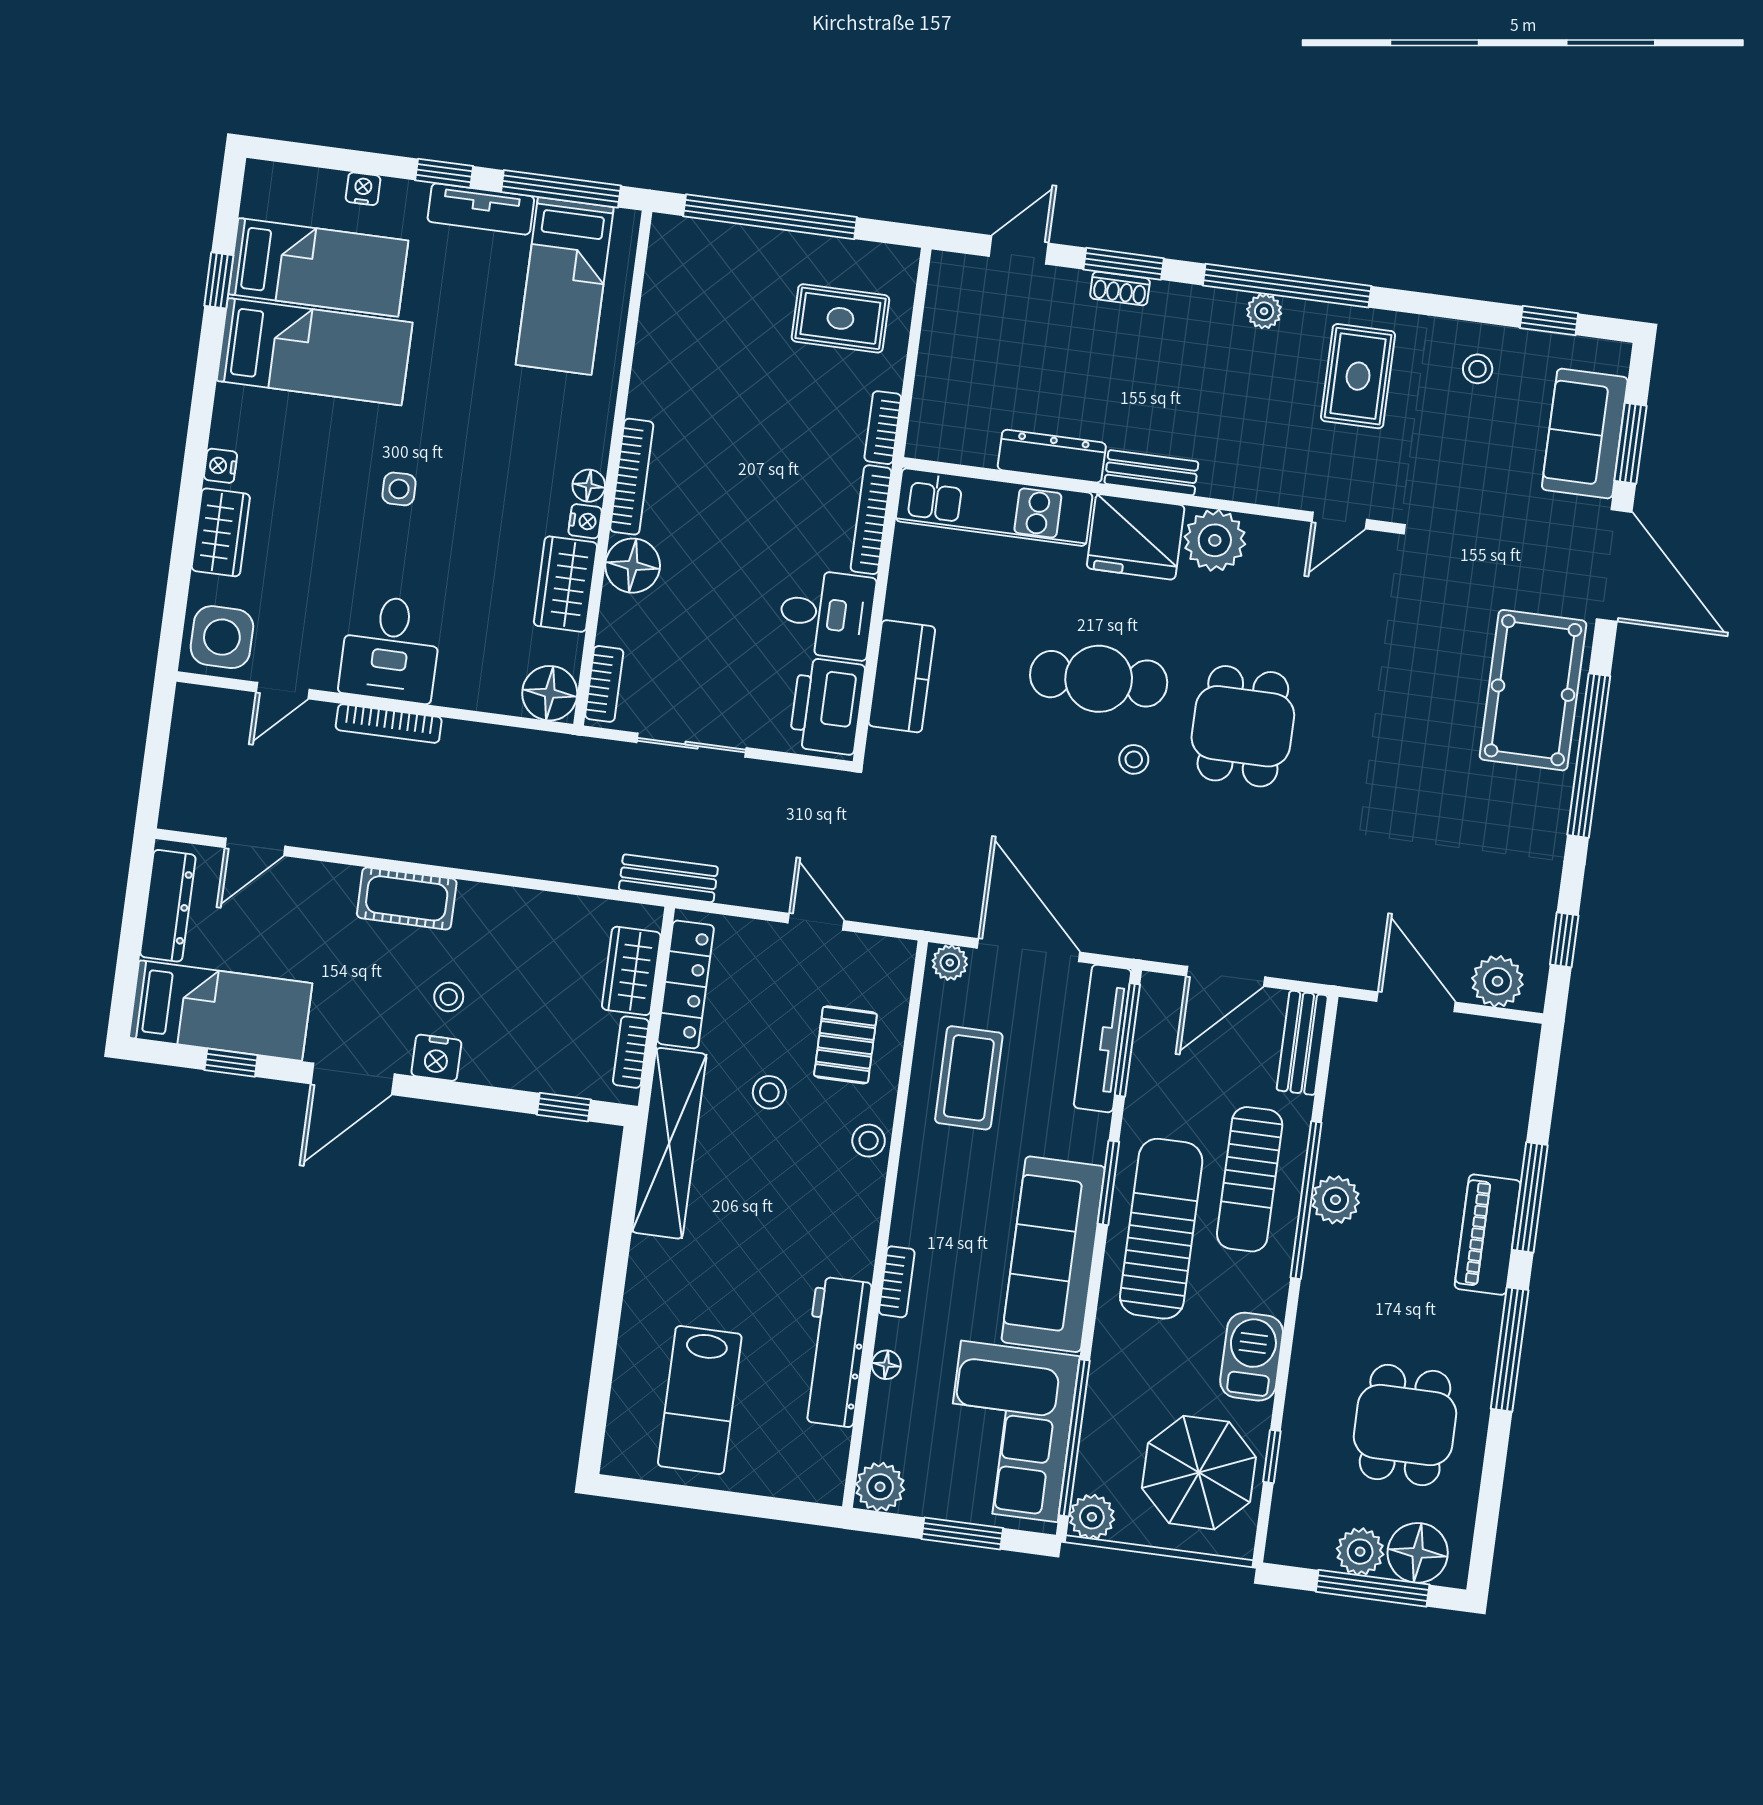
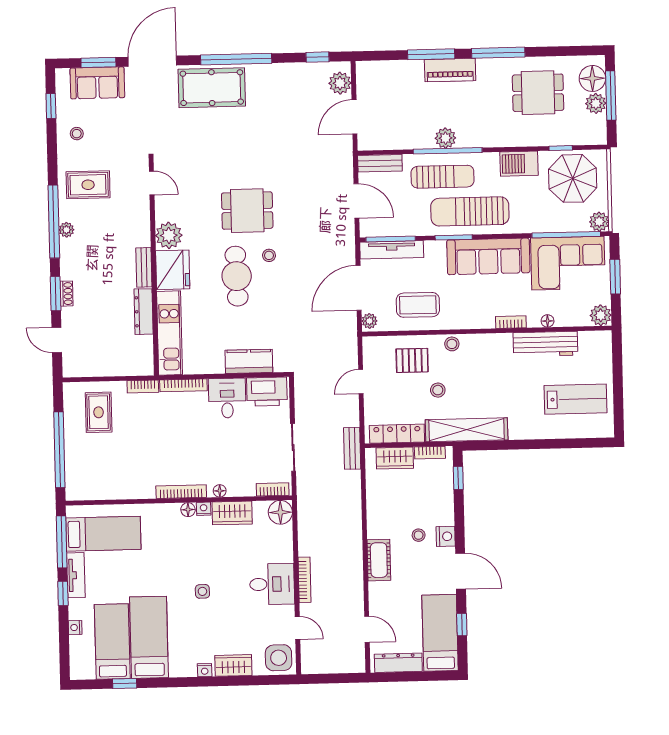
floor lamp: (633, 566) -> (220, 491), width x0.53, depth x0.53

